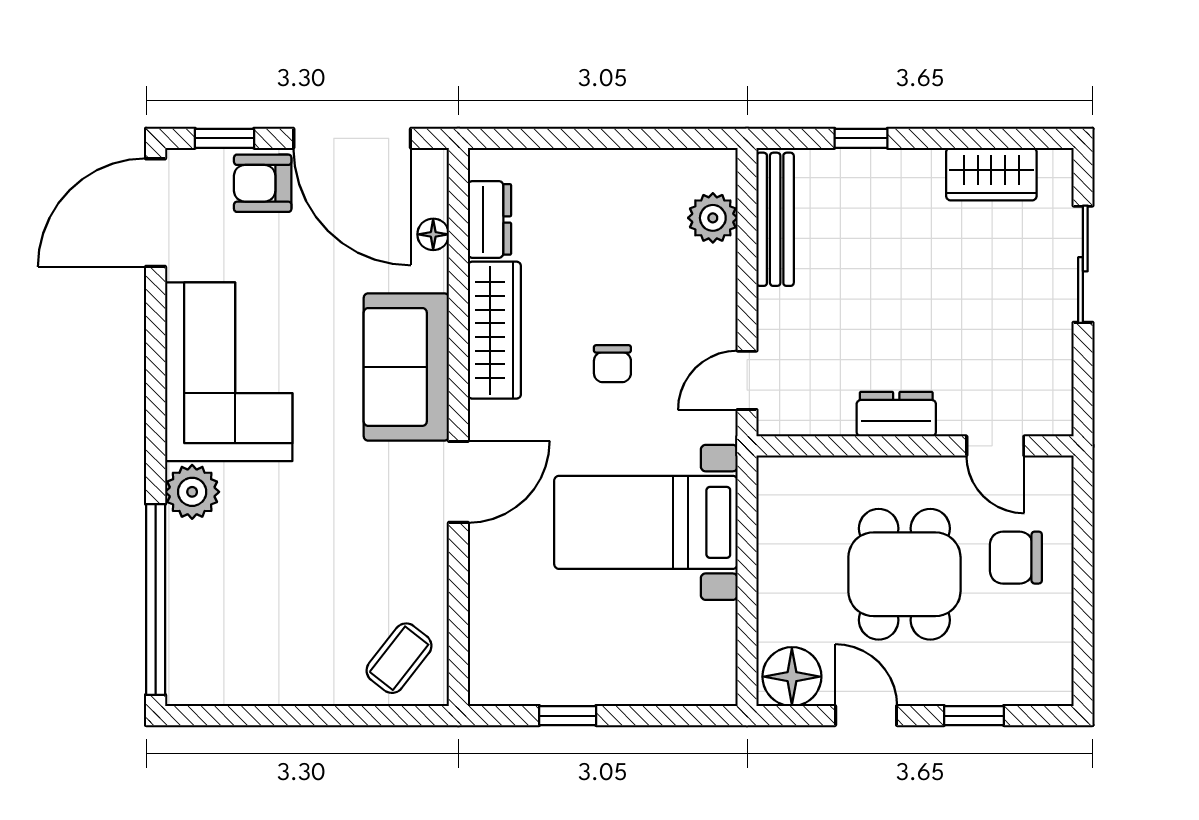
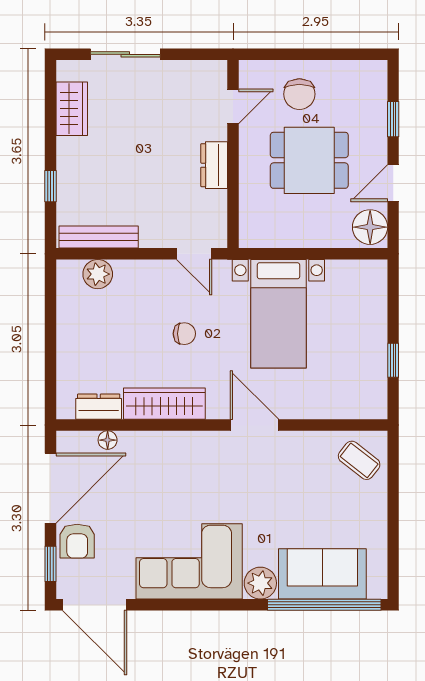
sofa: (406, 367) -> (322, 574), moved, turned 180

